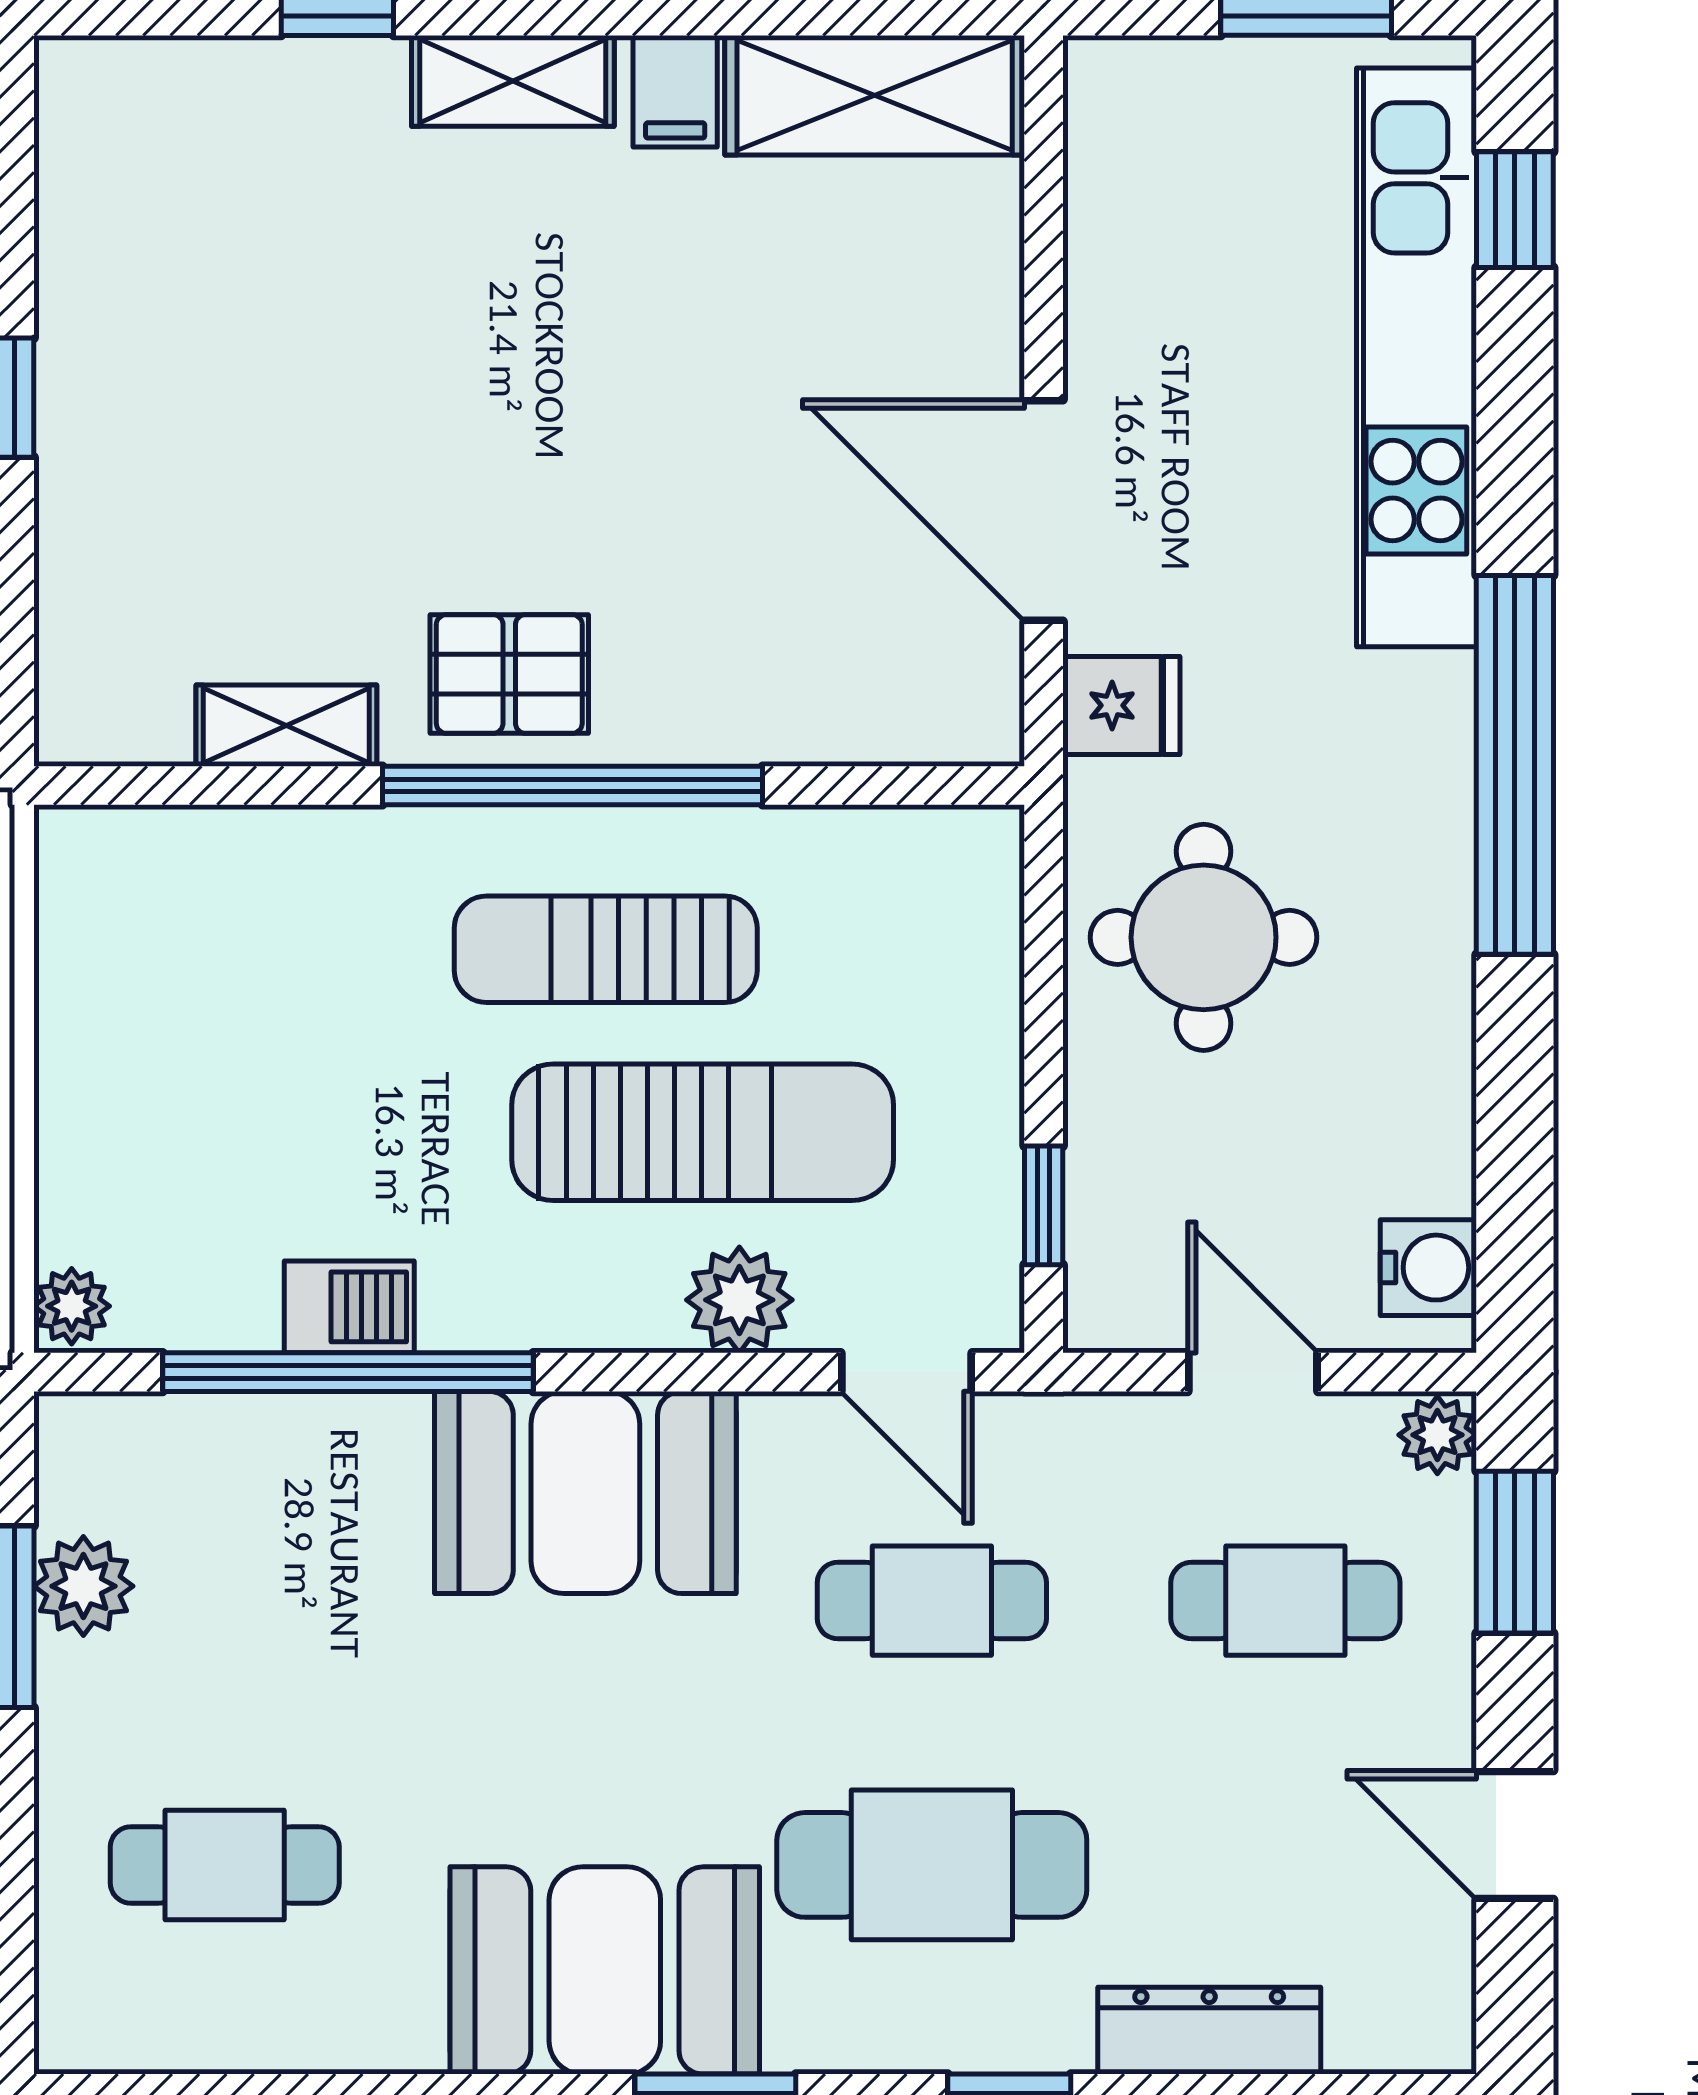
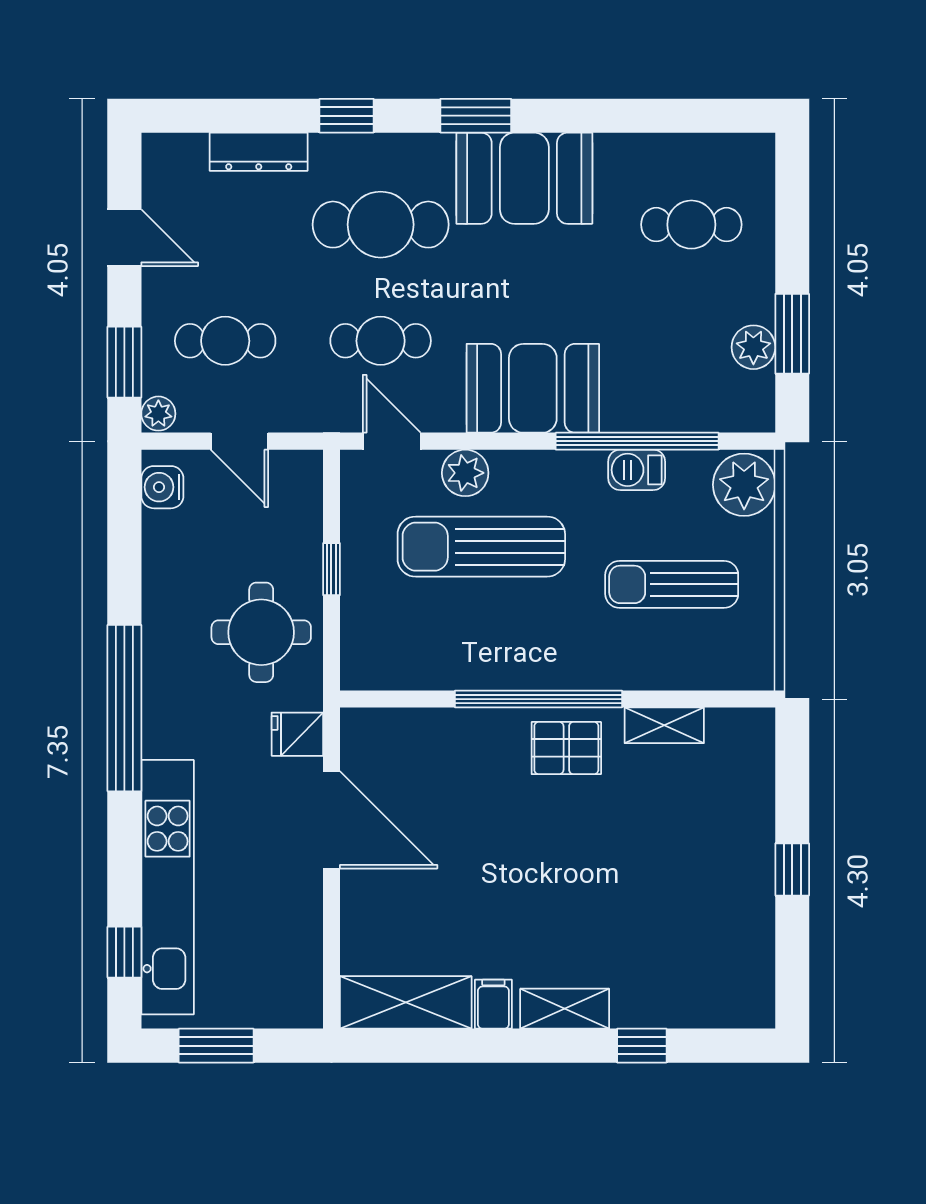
sun lounger: (606, 949) -> (672, 584), moved, turned 180
window: (1044, 1205) -> (331, 569), moved
plant: (72, 1306) -> (744, 485), width x1.87, depth x1.87

